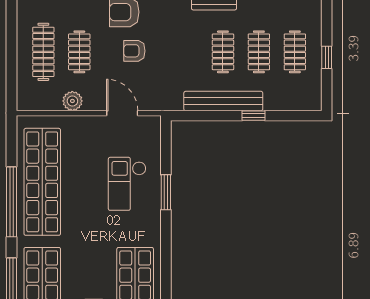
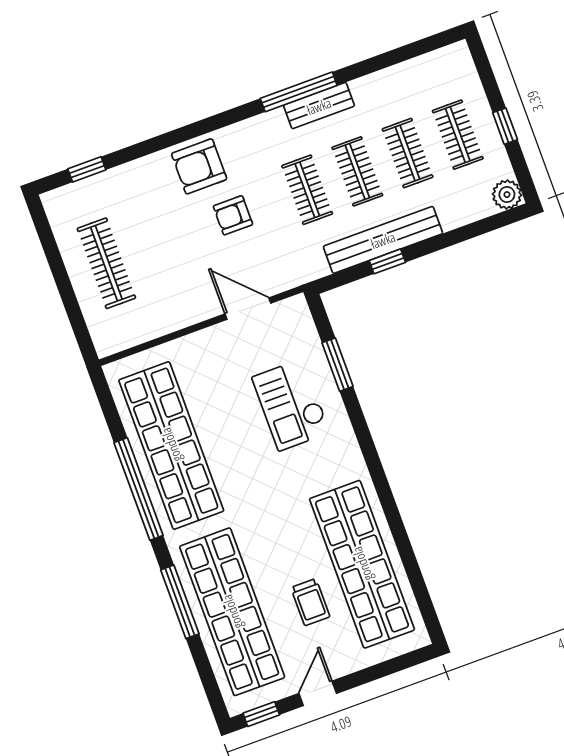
clothes rail: (79, 52) -> (307, 190), moved
plant: (72, 101) -> (507, 195), moved
window: (253, 116) -> (387, 261), moved
window: (166, 192) -> (338, 365), moved

